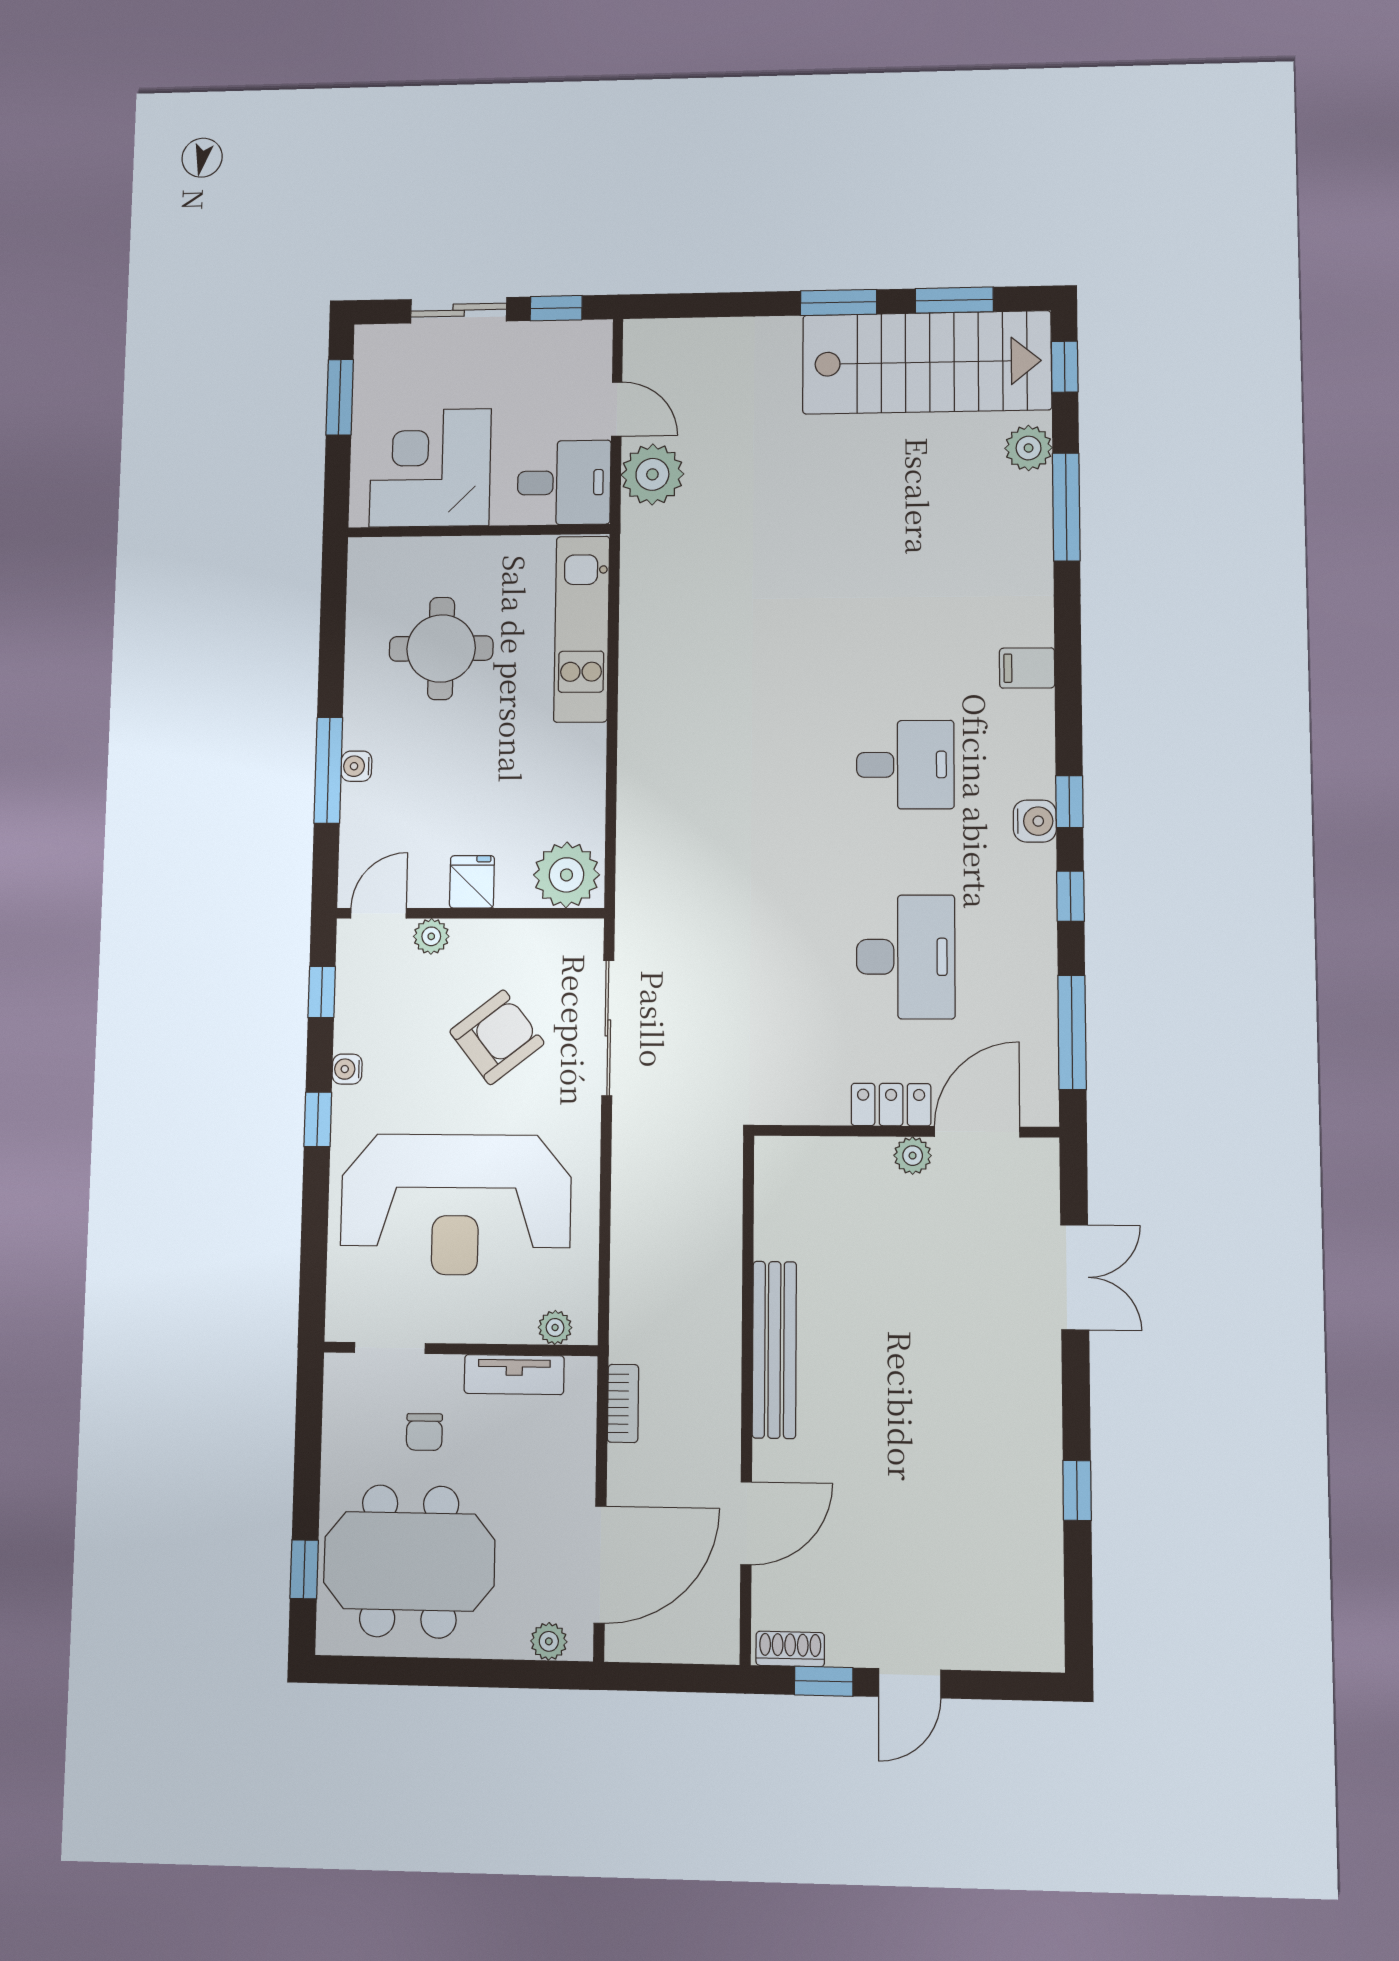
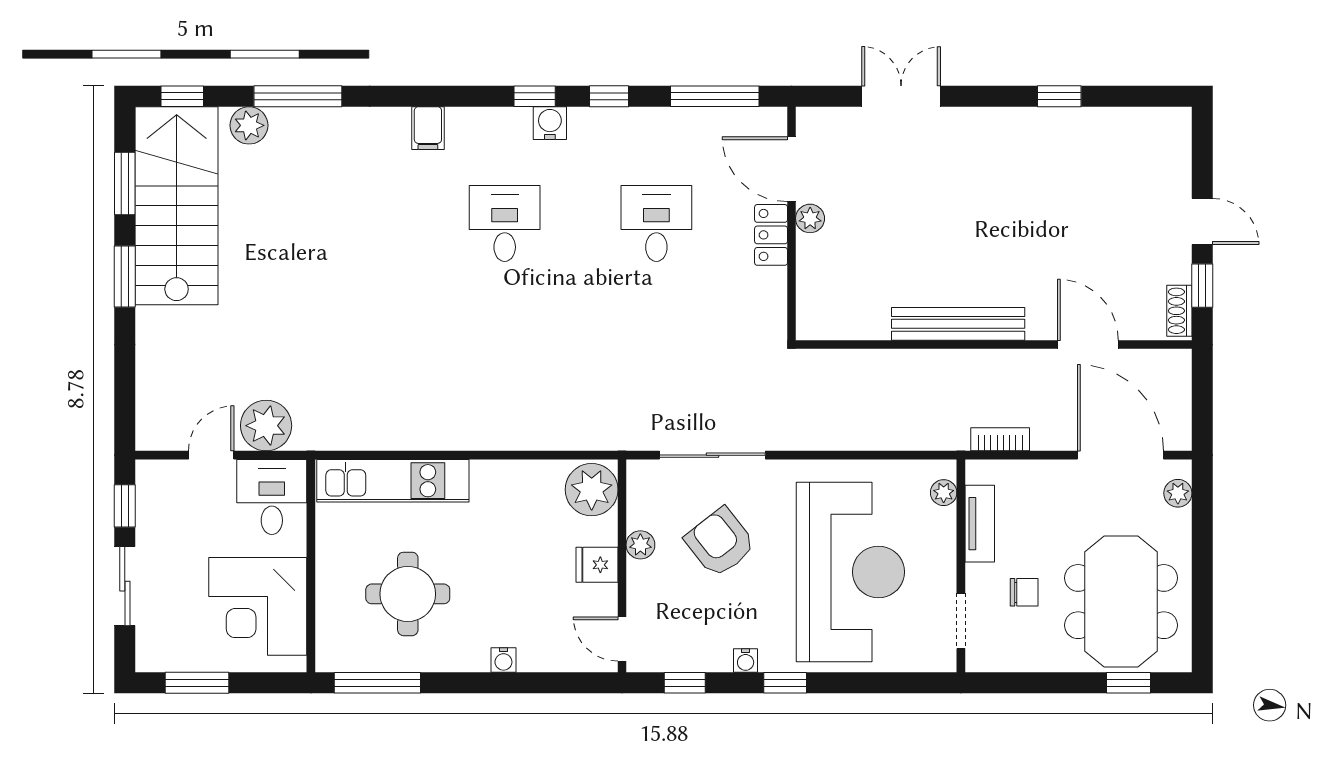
window: (328, 770) -> (377, 683), moved
plant: (431, 936) -> (640, 545), moved
desk: (906, 957) -> (656, 223), width x0.73

